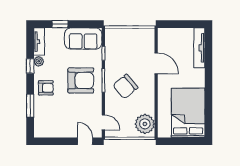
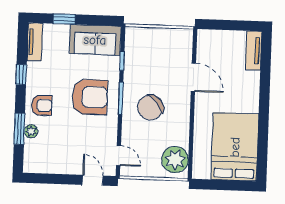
tv unit: (199, 48) -> (254, 51), width x0.71
plant: (39, 61) -> (31, 131), moved

